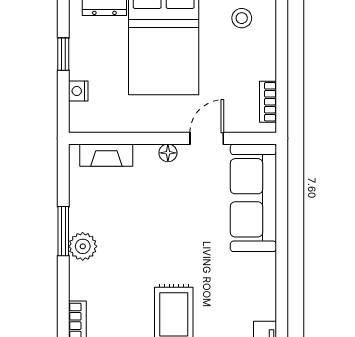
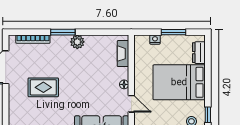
window: (63, 54) -> (173, 32), width x1.50
window: (63, 231) -> (63, 32), moved

